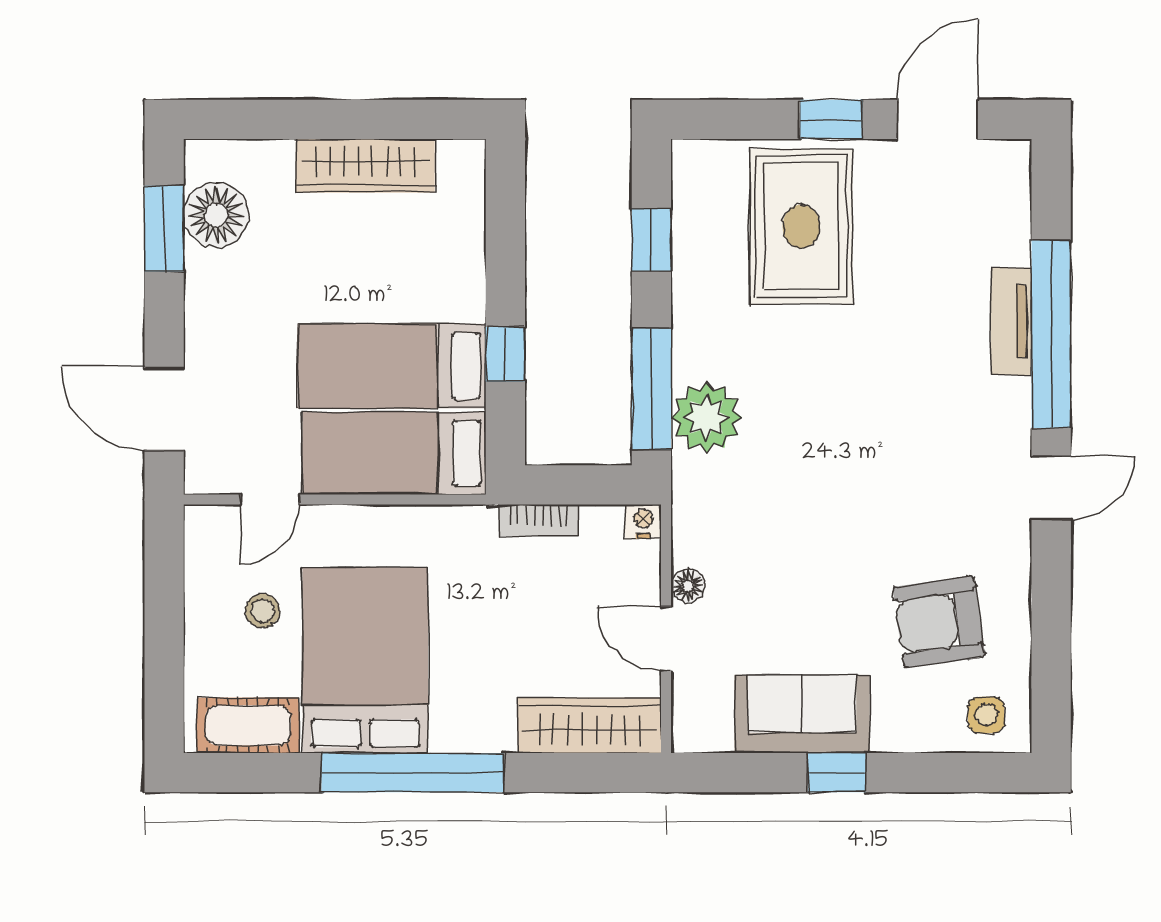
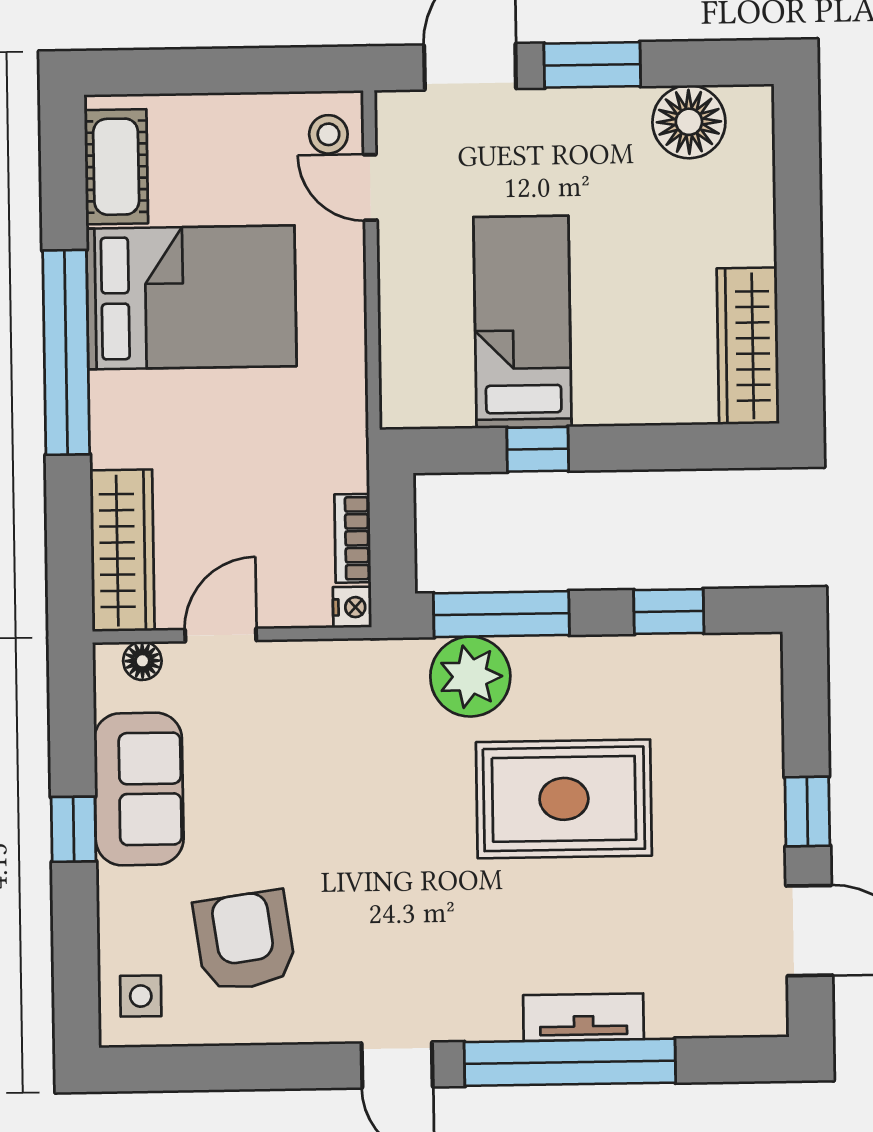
wardrobe: (365, 166) -> (748, 346), moved
rug: (801, 226) -> (564, 799), moved
window: (164, 229) -> (592, 65), moved
bed: (394, 453) -> (424, 326), removed
bookcase: (538, 520) -> (353, 538), moved
floor lamp: (688, 586) -> (142, 661), moved
stool: (263, 611) -> (328, 134), moved

